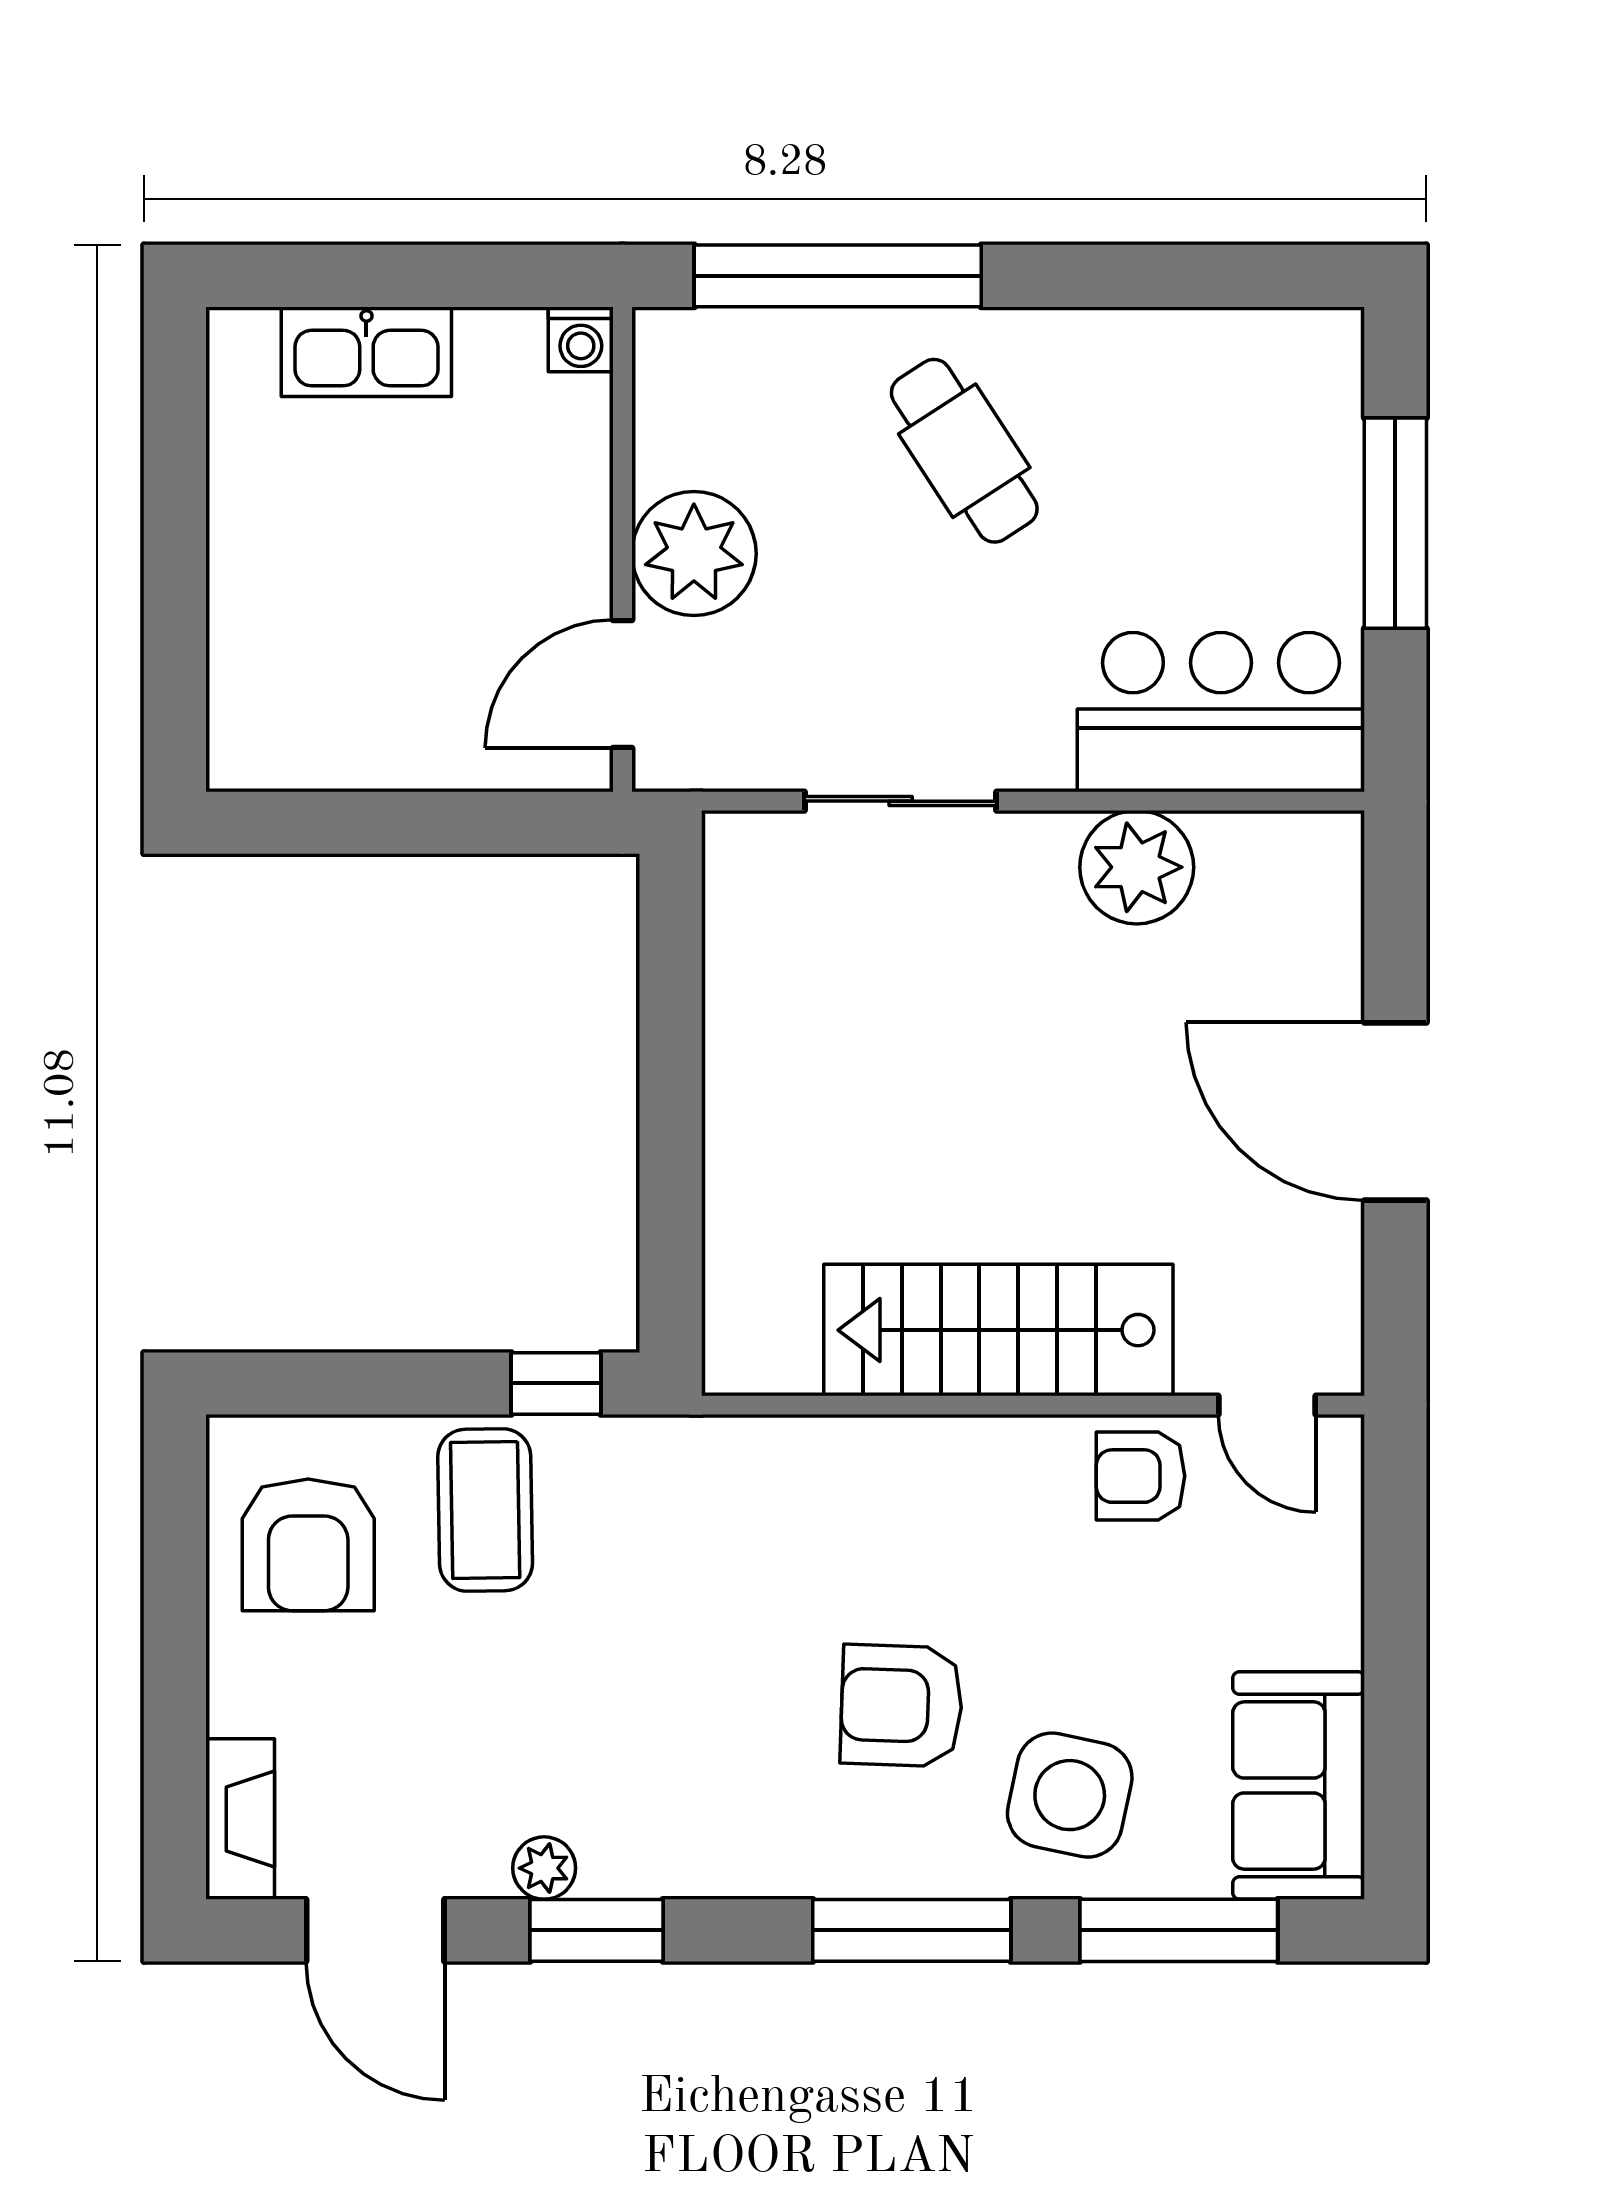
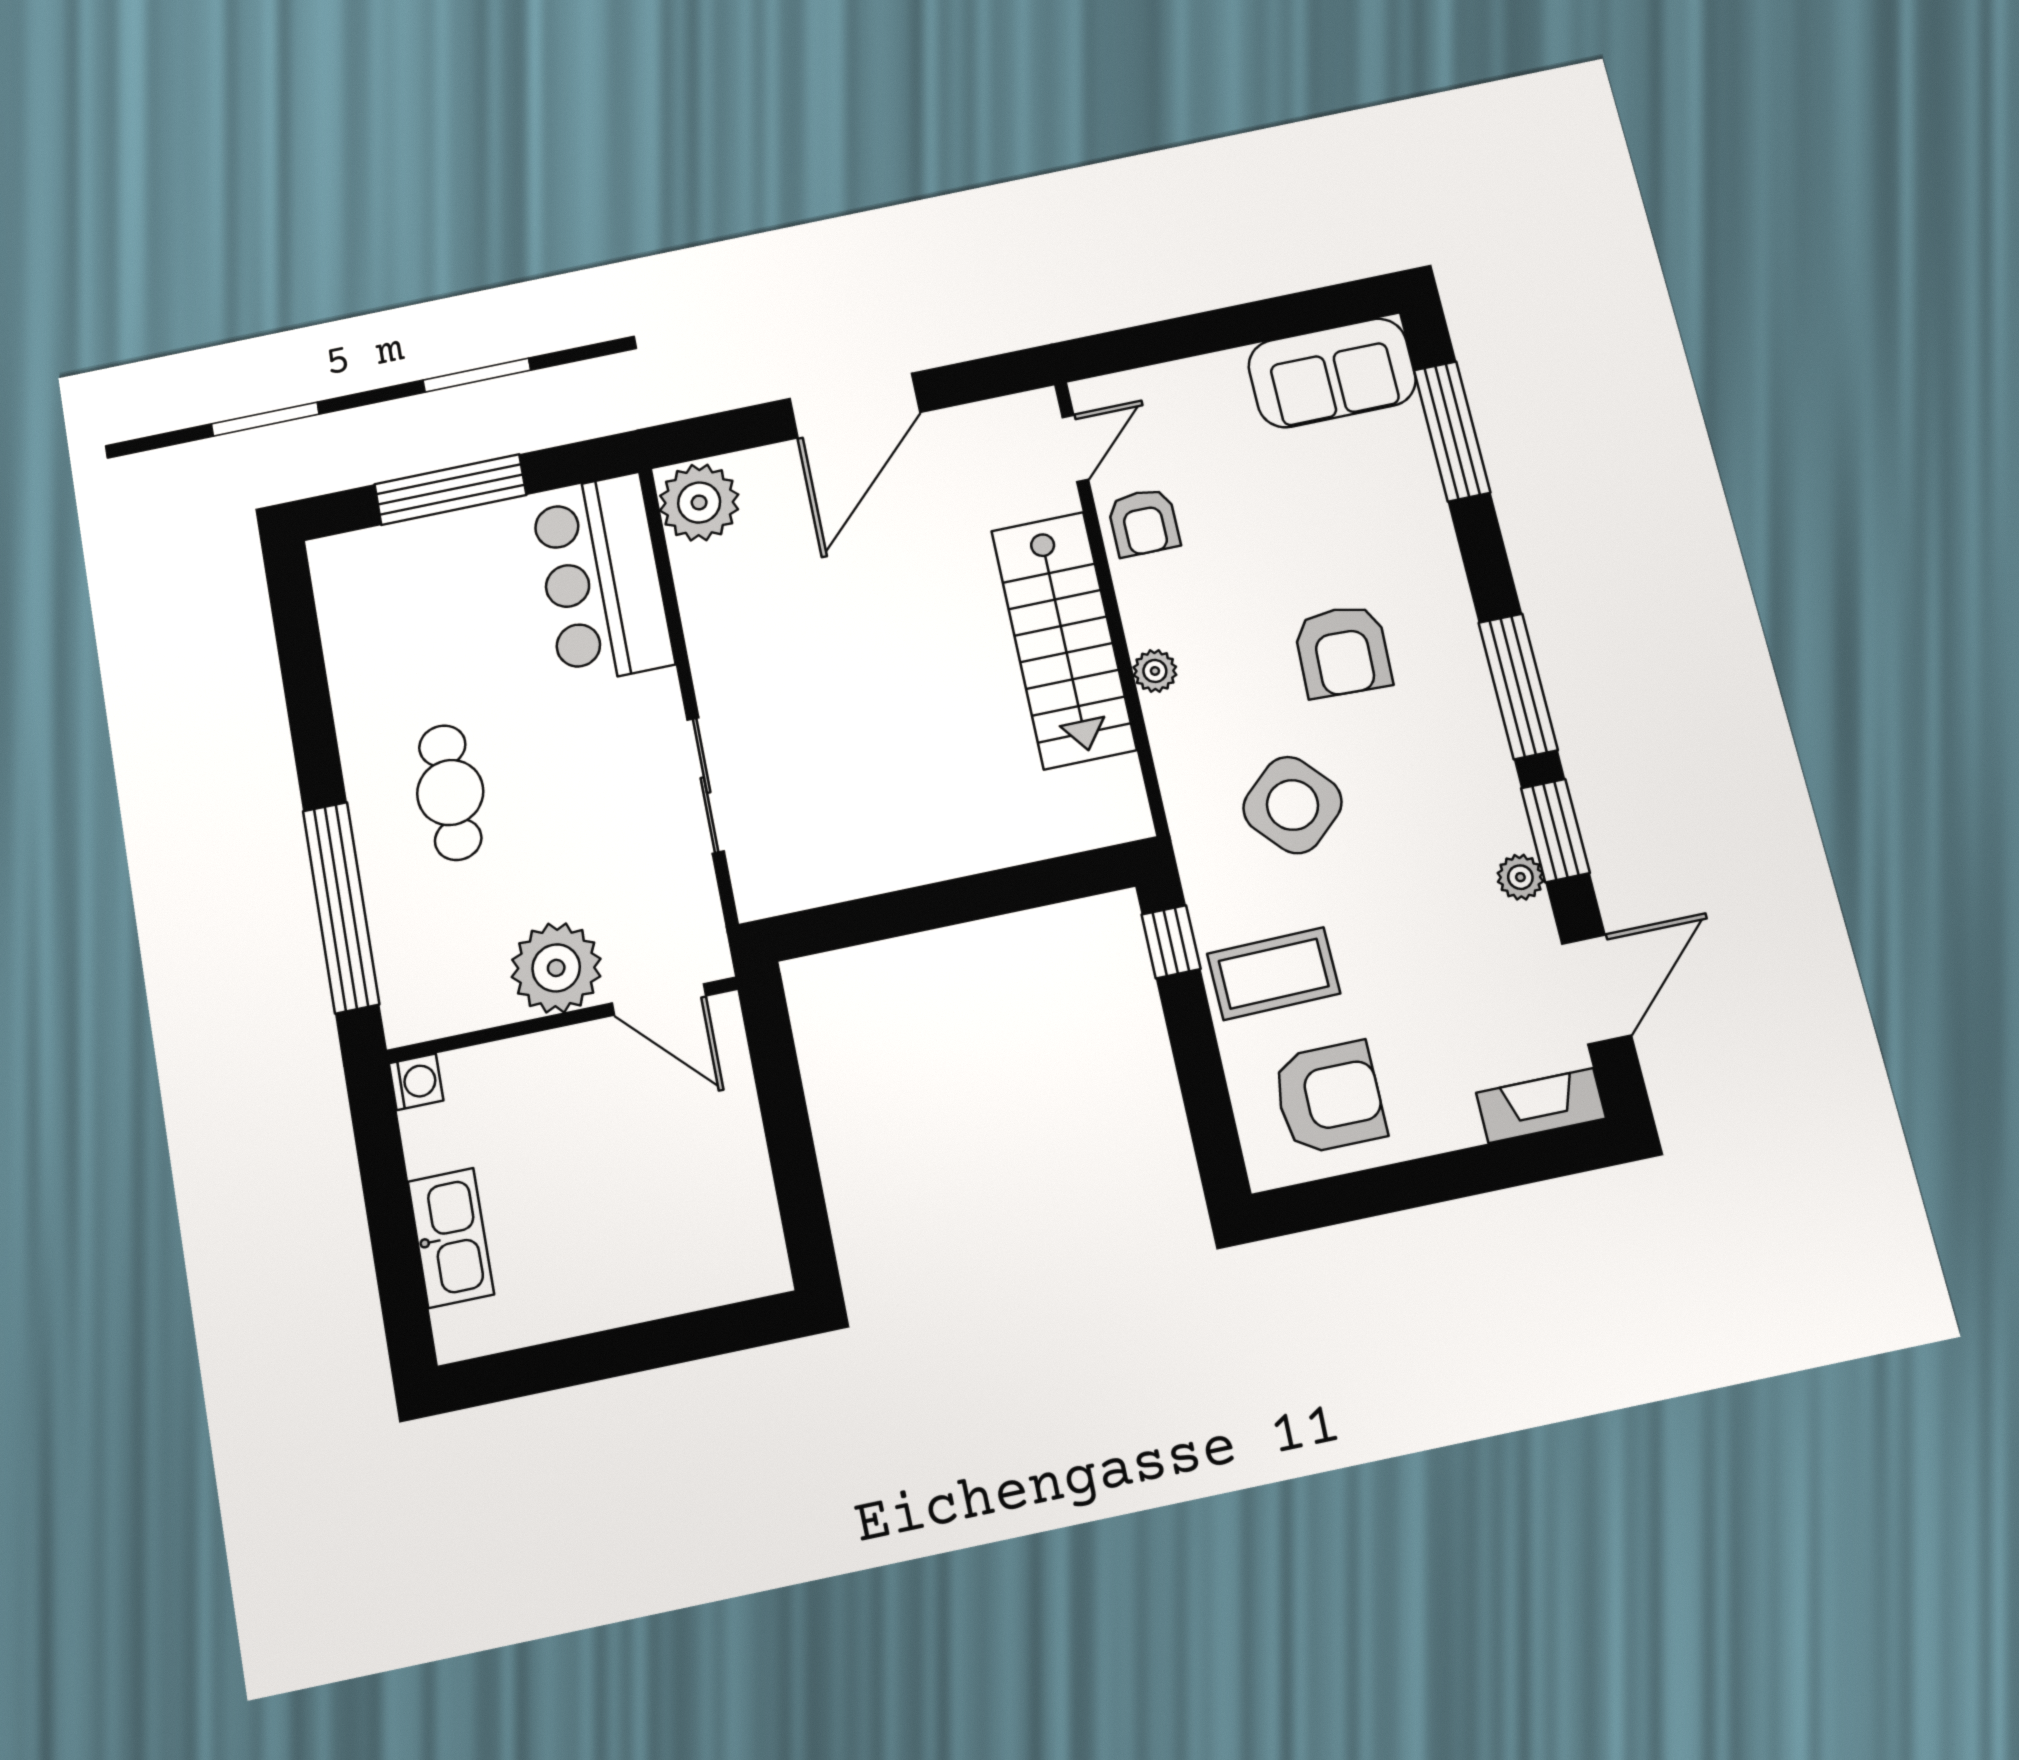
cafe table: (964, 451) -> (450, 793), turned -57
plant: (1137, 867) -> (699, 502), moved
plant: (928, 1445) -> (1155, 671), added
side table: (1070, 1795) -> (1293, 805), moved, turned 36
window: (912, 1930) -> (1518, 686), moved

